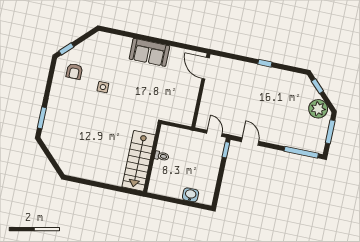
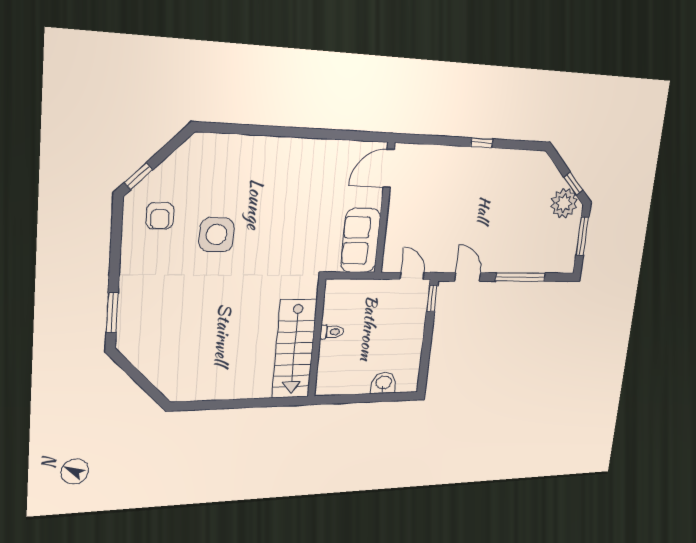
sofa: (149, 52) -> (361, 240), moved, turned 90
door: (206, 68) -> (389, 168), hinge flipped
window: (317, 86) -> (573, 184), moved
side table: (103, 87) -> (217, 235), width x1.87, depth x1.87
window: (301, 152) -> (520, 277), moved

